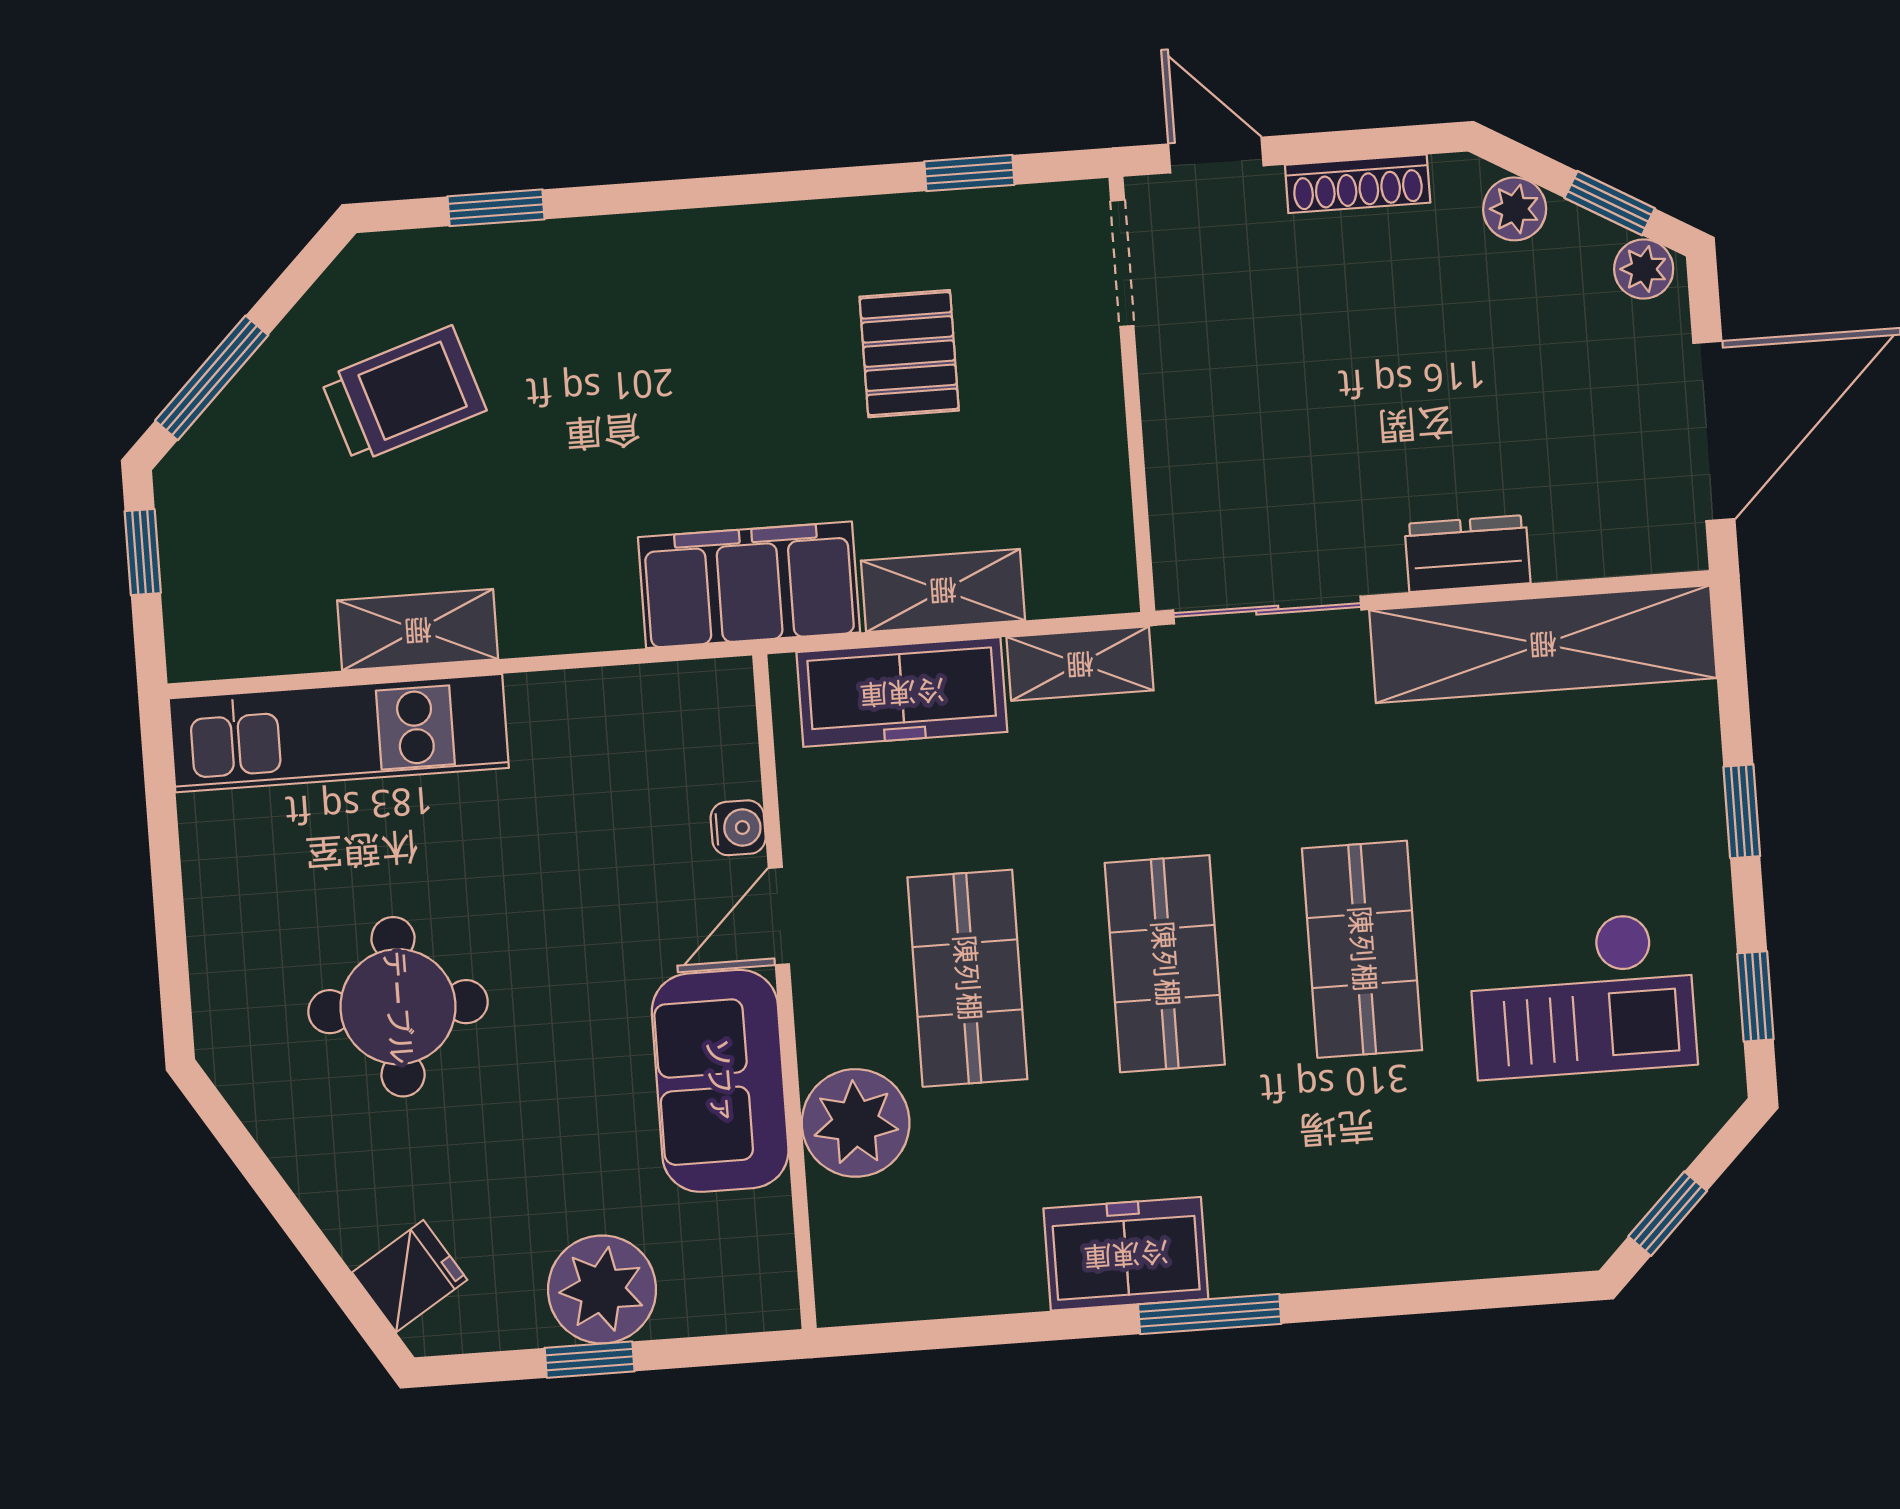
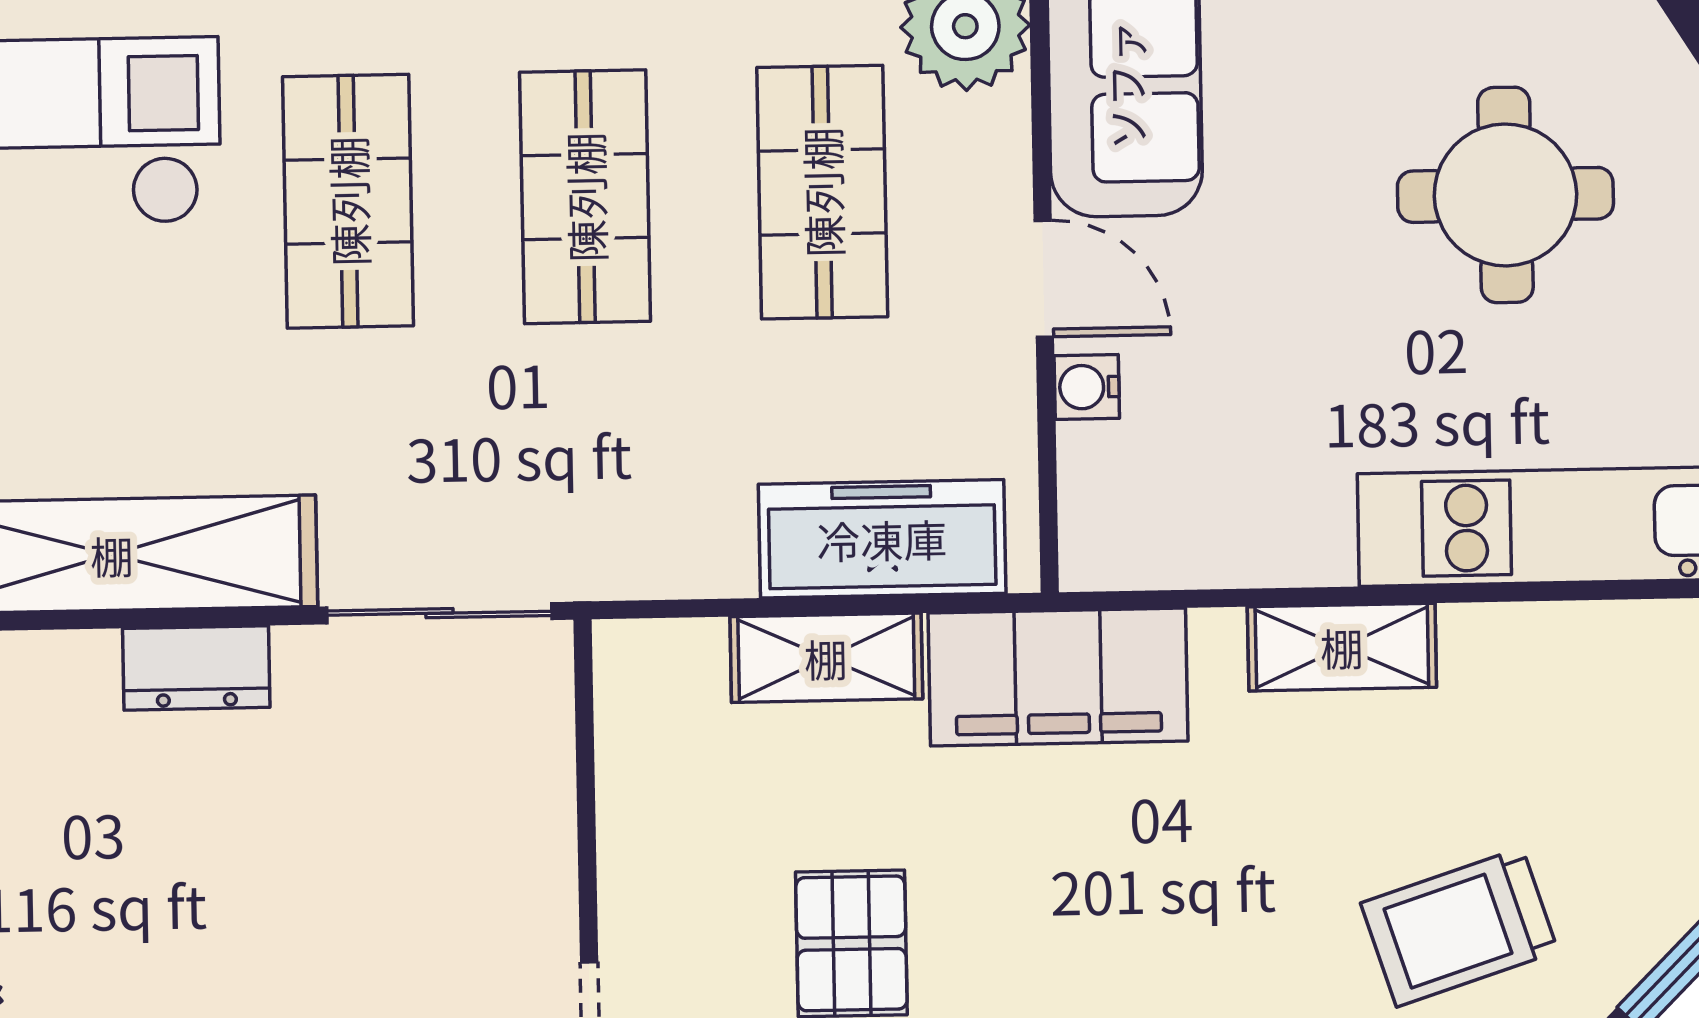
shelving: (418, 630) -> (1342, 647), moved
shelving: (1080, 664) -> (667, 561), removed
door: (779, 916) -> (1044, 279), hinge flipped

